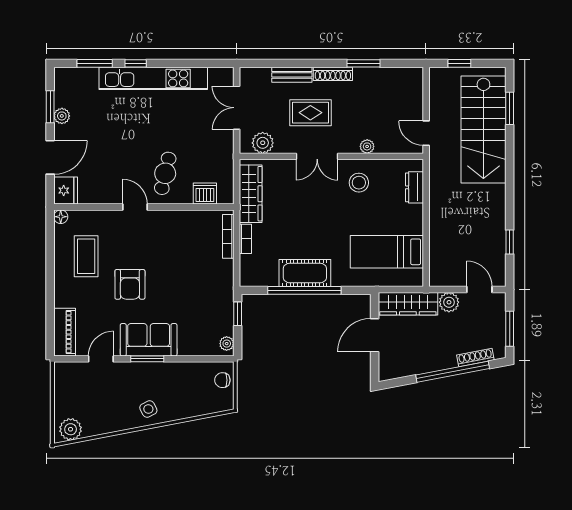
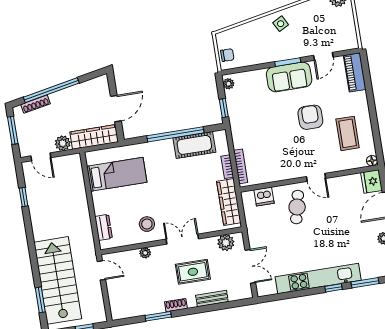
shoe rack: (333, 74) -> (176, 305), width x0.70
cot: (305, 273) -> (194, 145), moved

